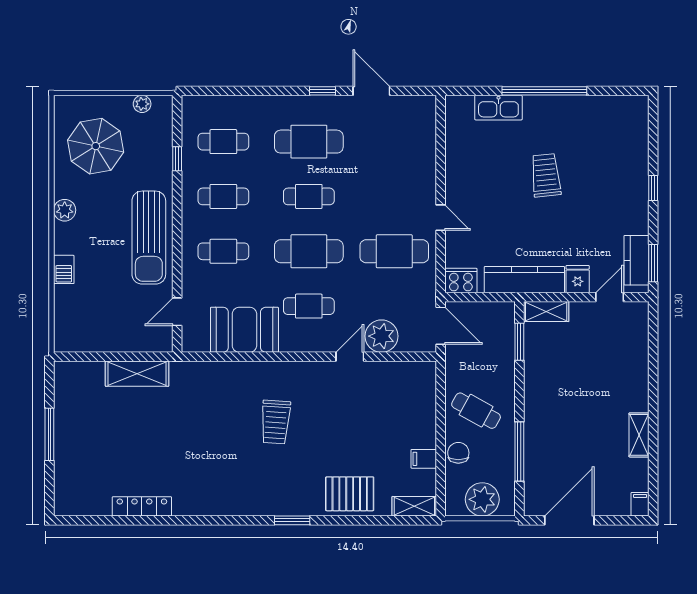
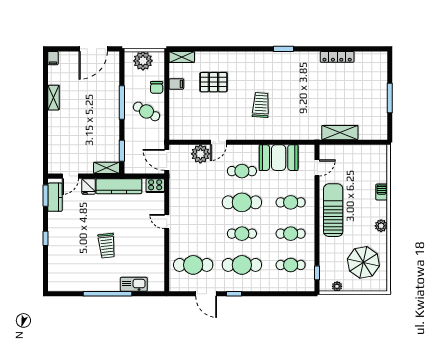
window: (177, 159) -> (317, 273), moved
cafe table: (394, 251) -> (193, 265), moved
window: (519, 452) -> (122, 102), moved
pallet: (350, 494) -> (214, 82), moved
window: (292, 520) -> (284, 49), moved

